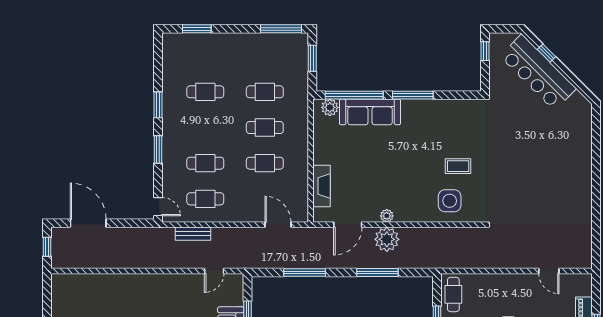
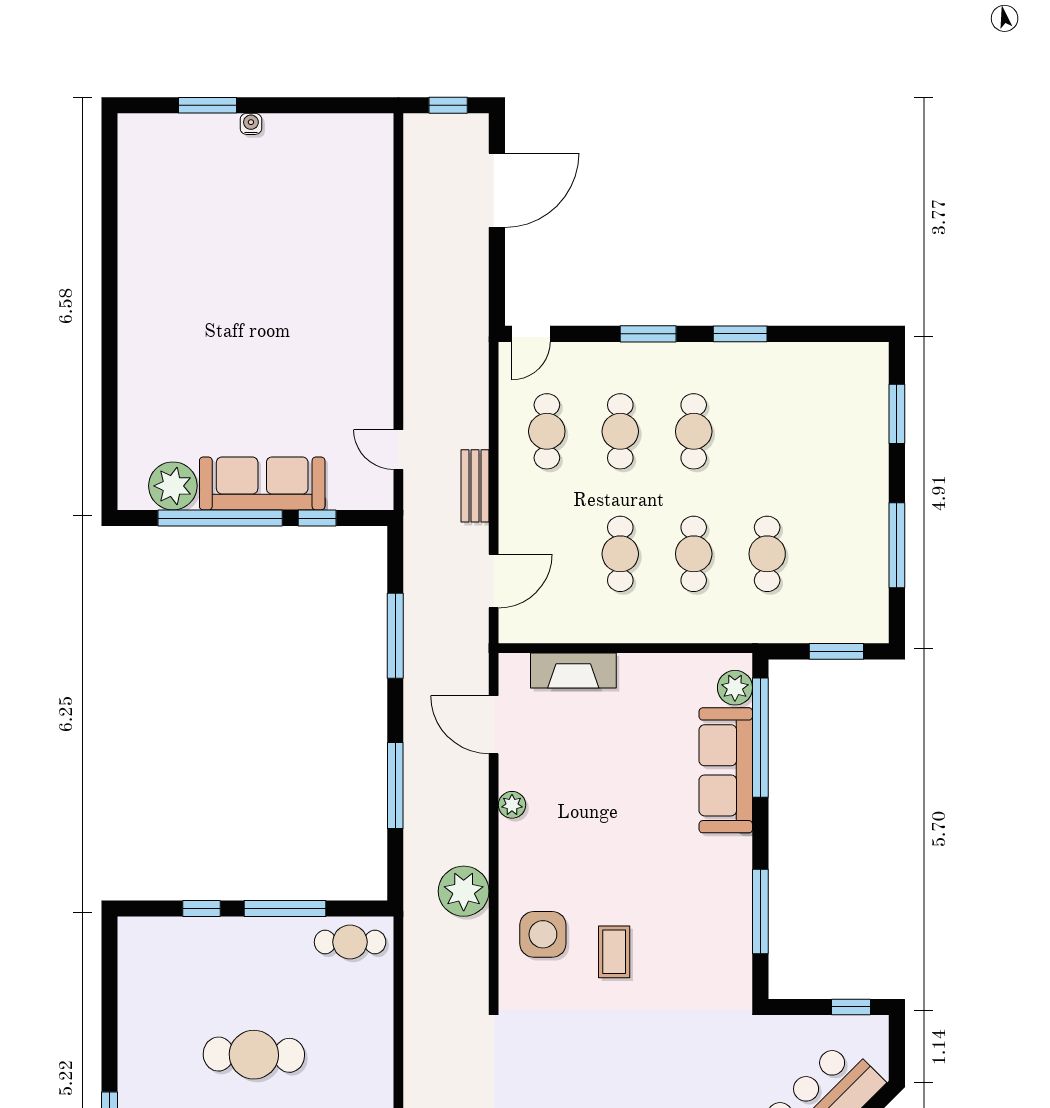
window: (281, 29) -> (897, 545), moved
cafe table: (205, 92) -> (694, 431), moved
window: (413, 95) -> (760, 912), moved
bench: (193, 234) -> (475, 486), moved
plant: (387, 239) -> (464, 891), moved

